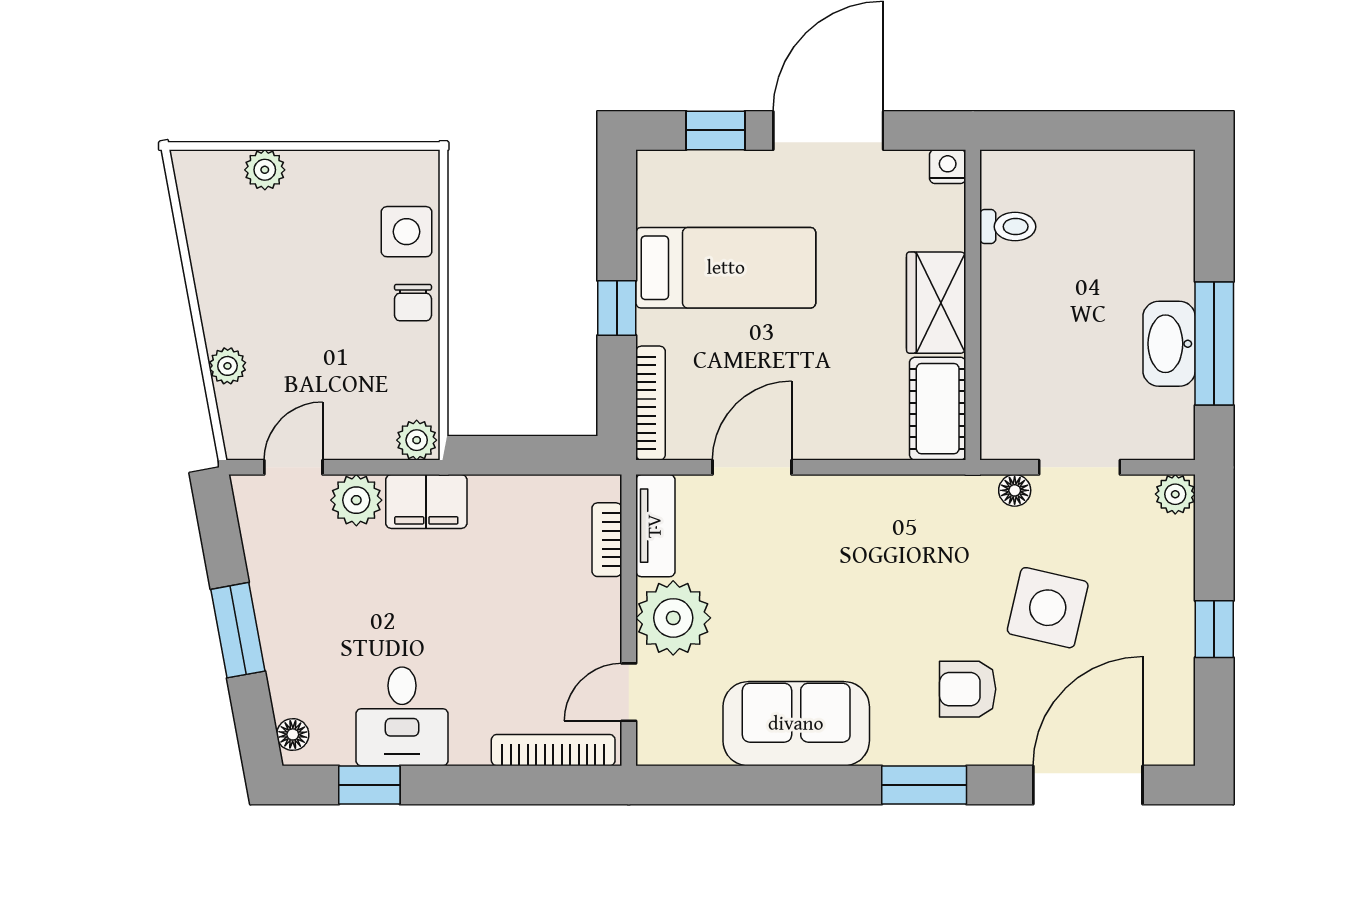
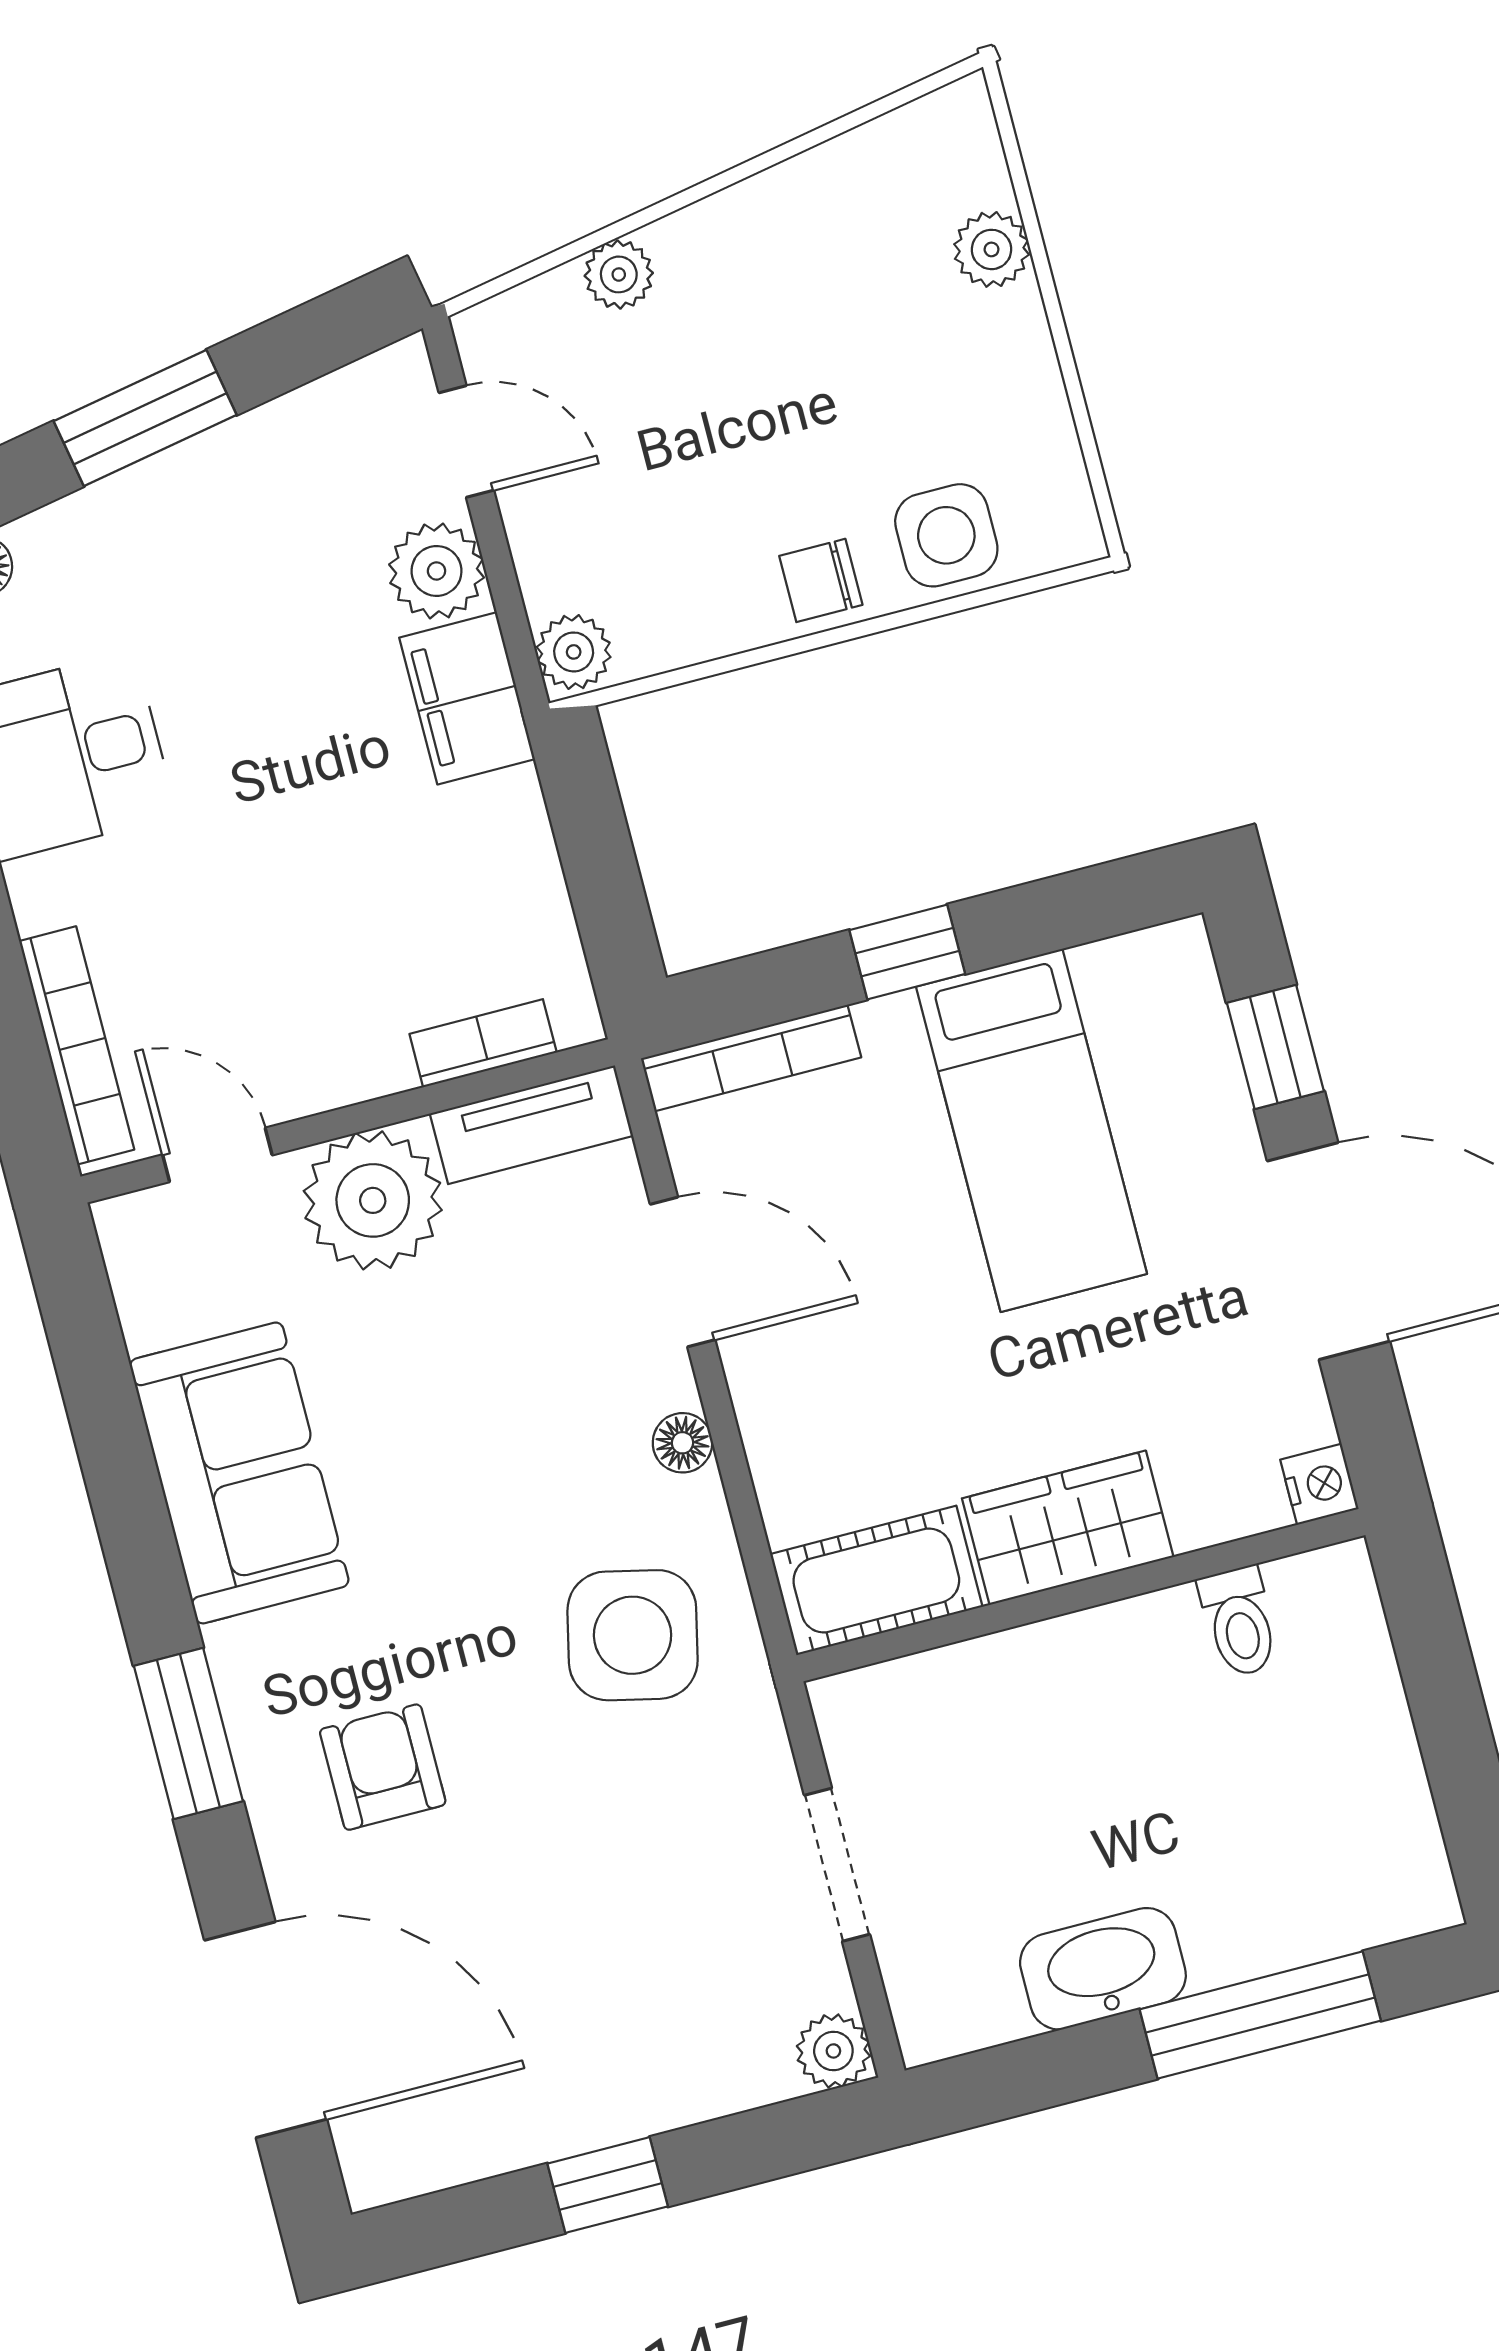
window: (1214, 344) -> (1260, 2015), moved
floor lamp: (1015, 490) -> (682, 1443), moved
side table: (1048, 608) -> (633, 1635), moved

